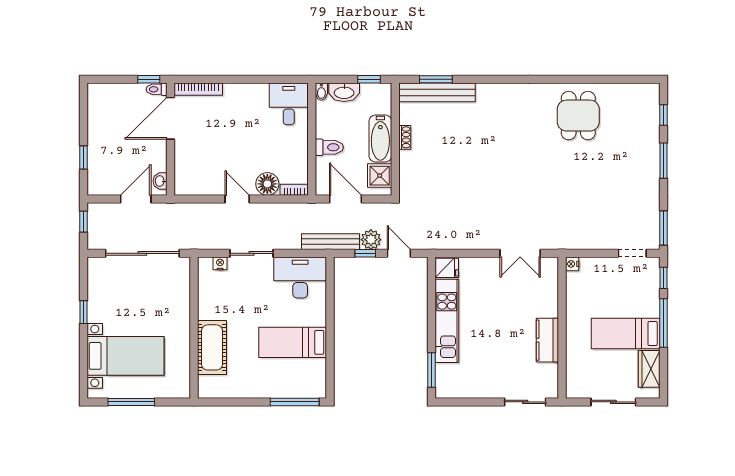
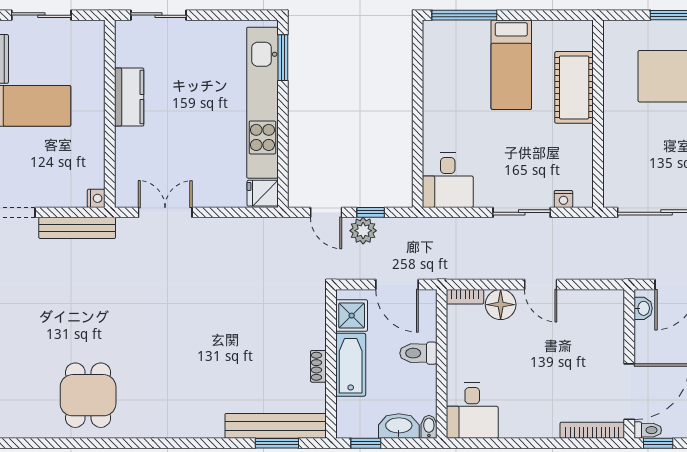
bench: (331, 242) -> (77, 228), moved
desk: (300, 278) -> (448, 180), width x0.73
kitchen unit: (447, 321) -> (262, 103), width x1.36
bed: (293, 342) -> (511, 65), moved, turned 90

